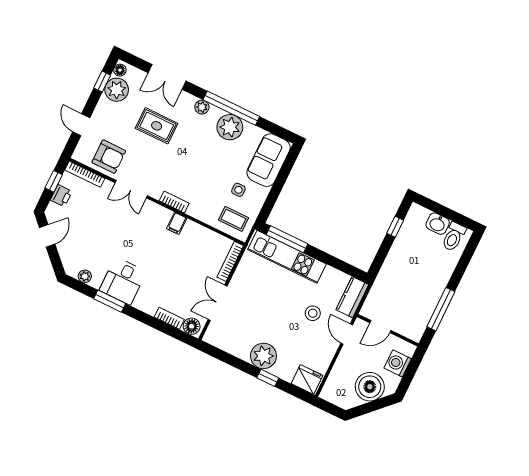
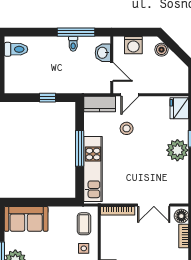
side table: (238, 190) -> (84, 248), moved
washbasin: (438, 224) -> (103, 53), moved, turned 180
window: (395, 227) -> (47, 98), moved
window: (287, 239) -> (80, 148), moved
toilet: (430, 300) -> (73, 44), added
boiler: (370, 387) -> (162, 50), width x0.54, depth x0.54

